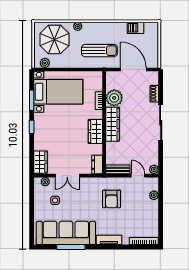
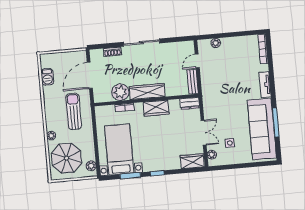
plant: (154, 169) -> (189, 45), removed
armchair: (111, 199) -> (223, 86), removed

